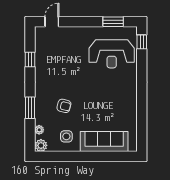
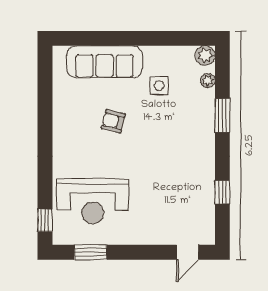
reception desk: (112, 54) -> (93, 201), turned 180
armchair: (64, 106) -> (113, 121), moved
side table: (66, 136) -> (159, 85), moved

